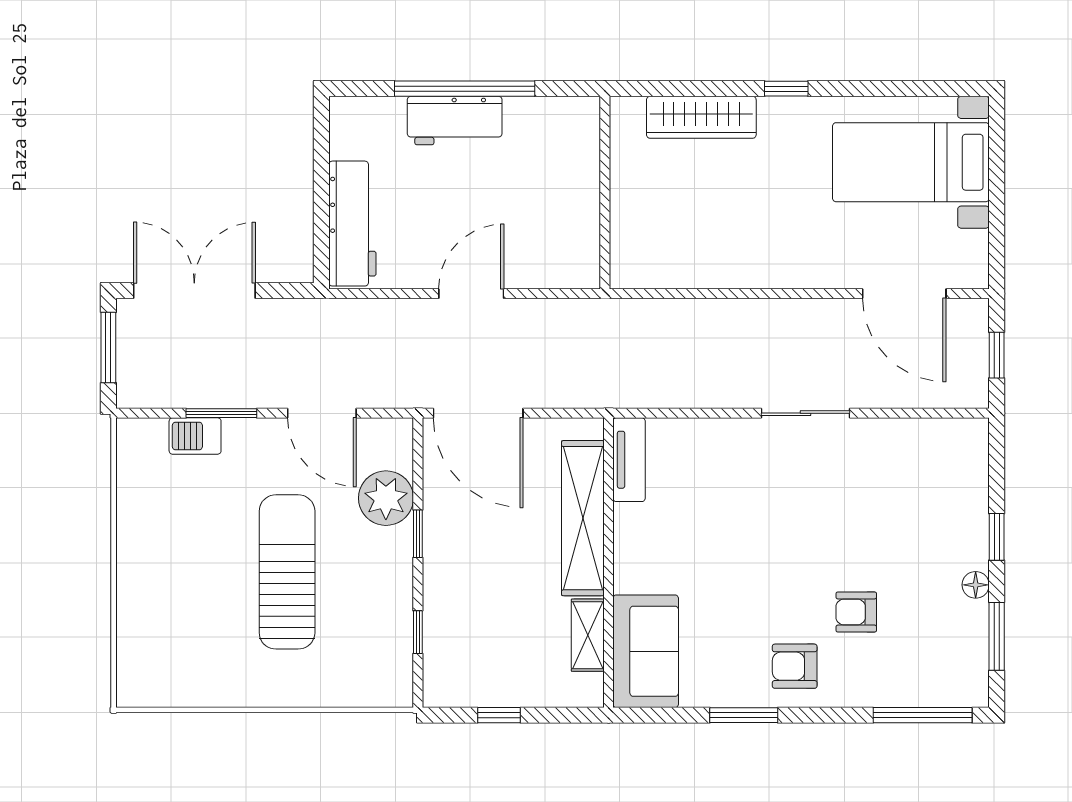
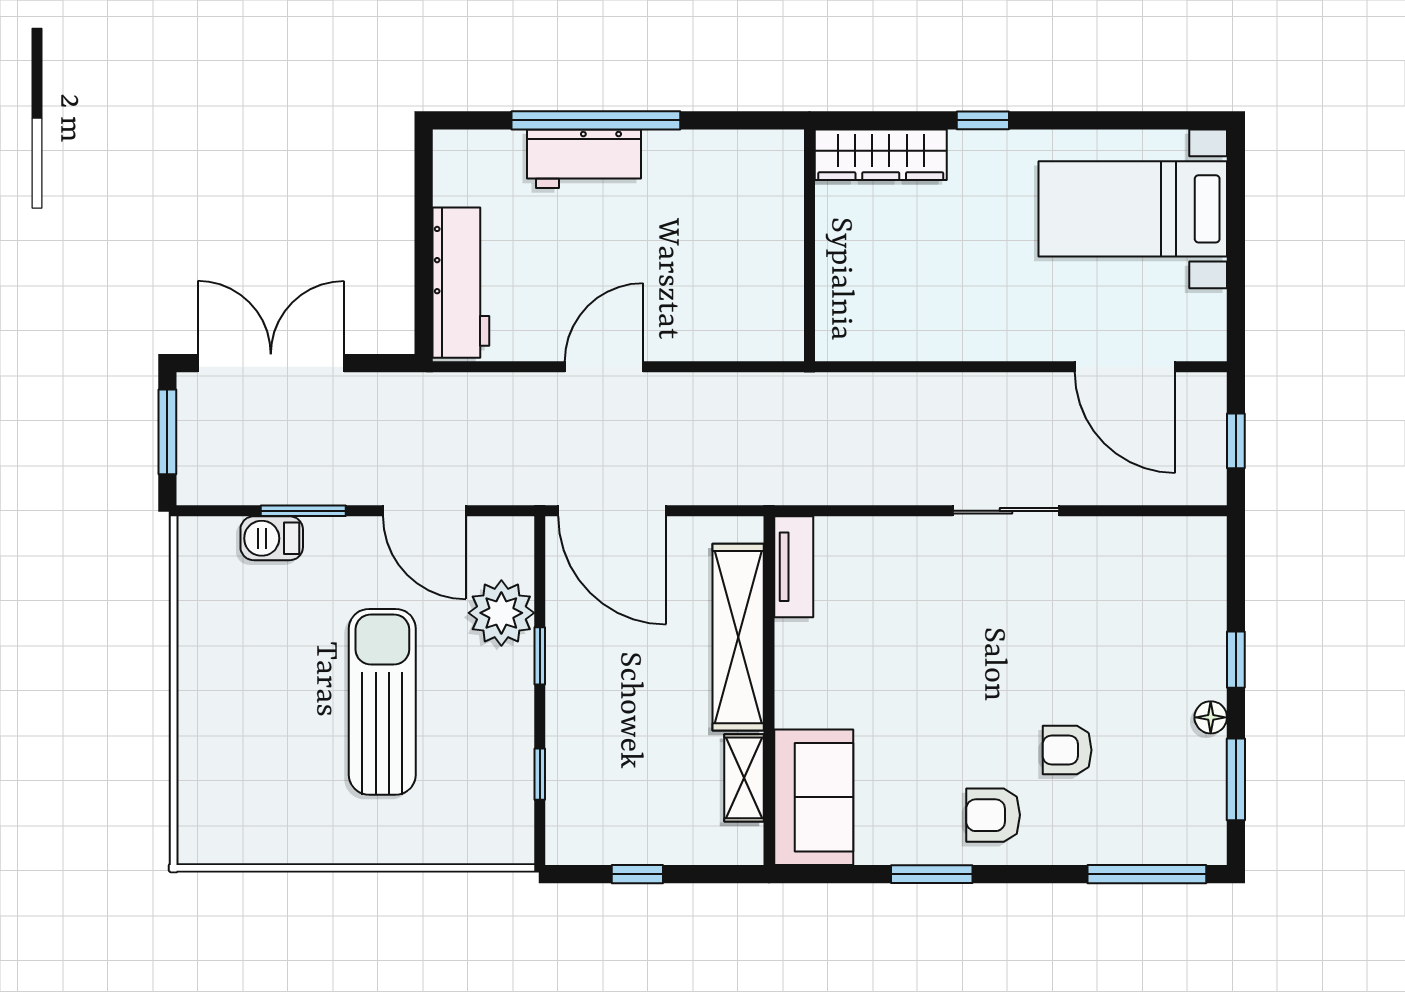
wall: (605, 193) -> (810, 245), moved

